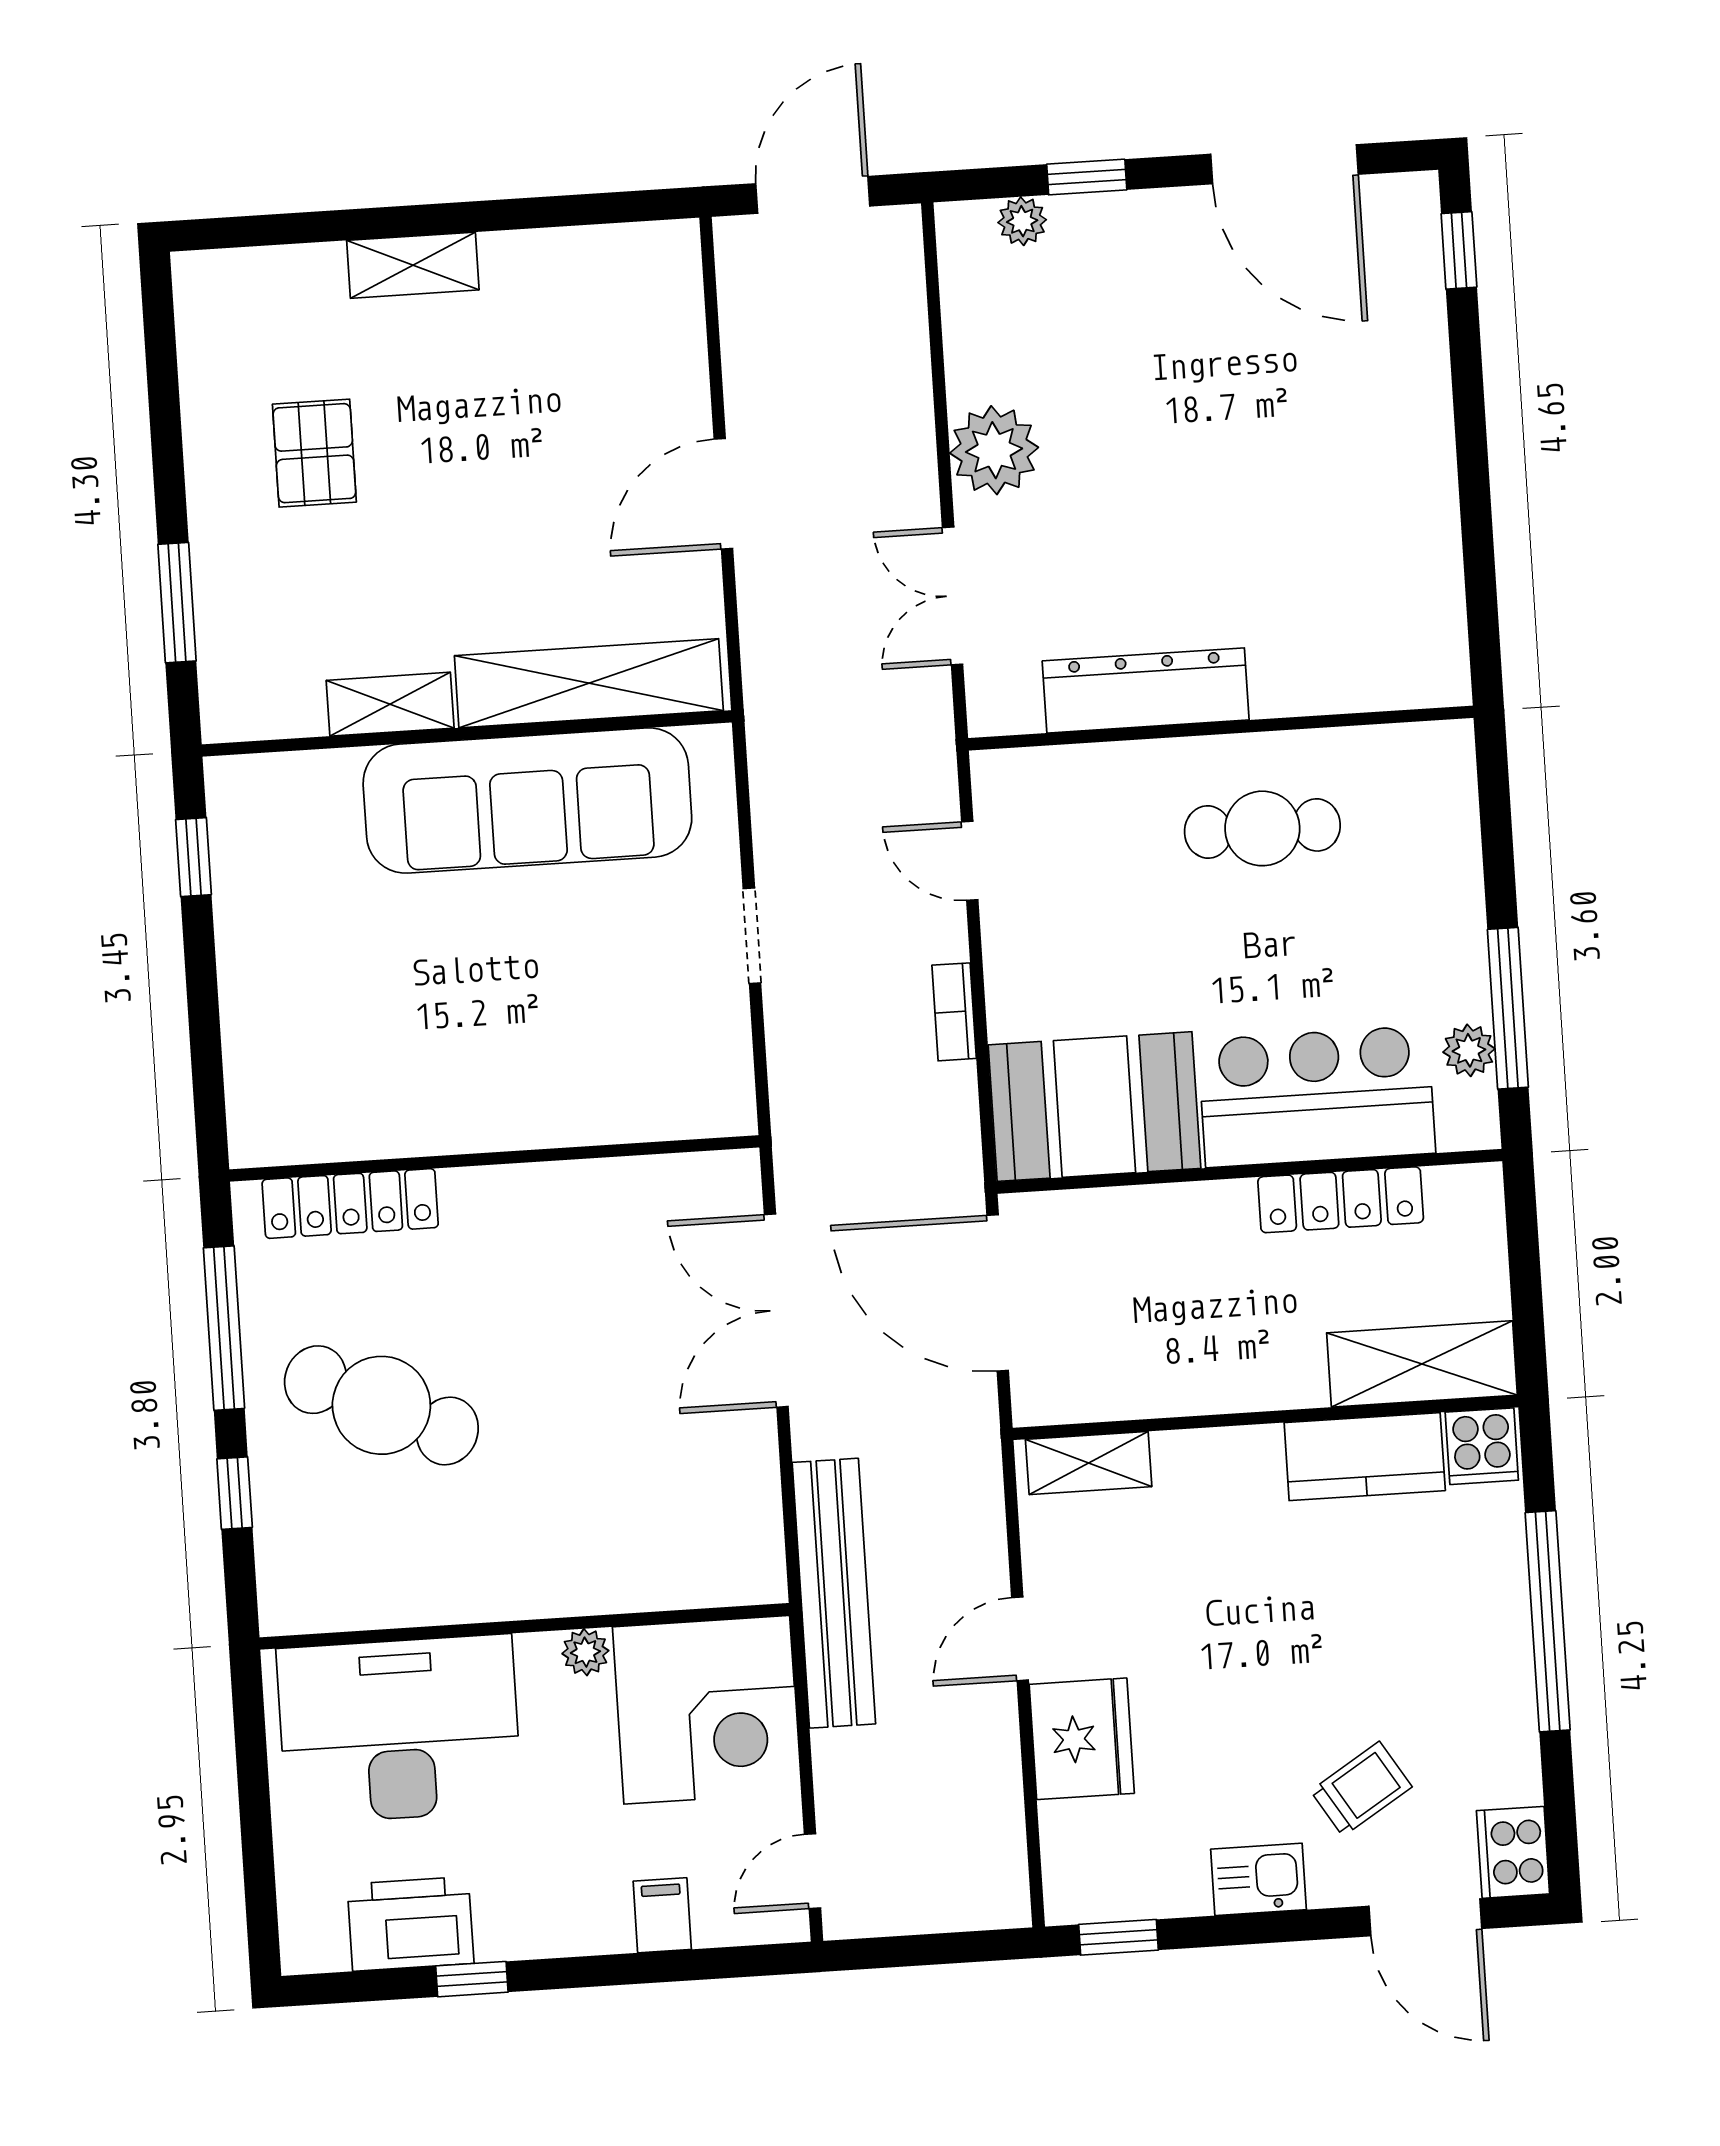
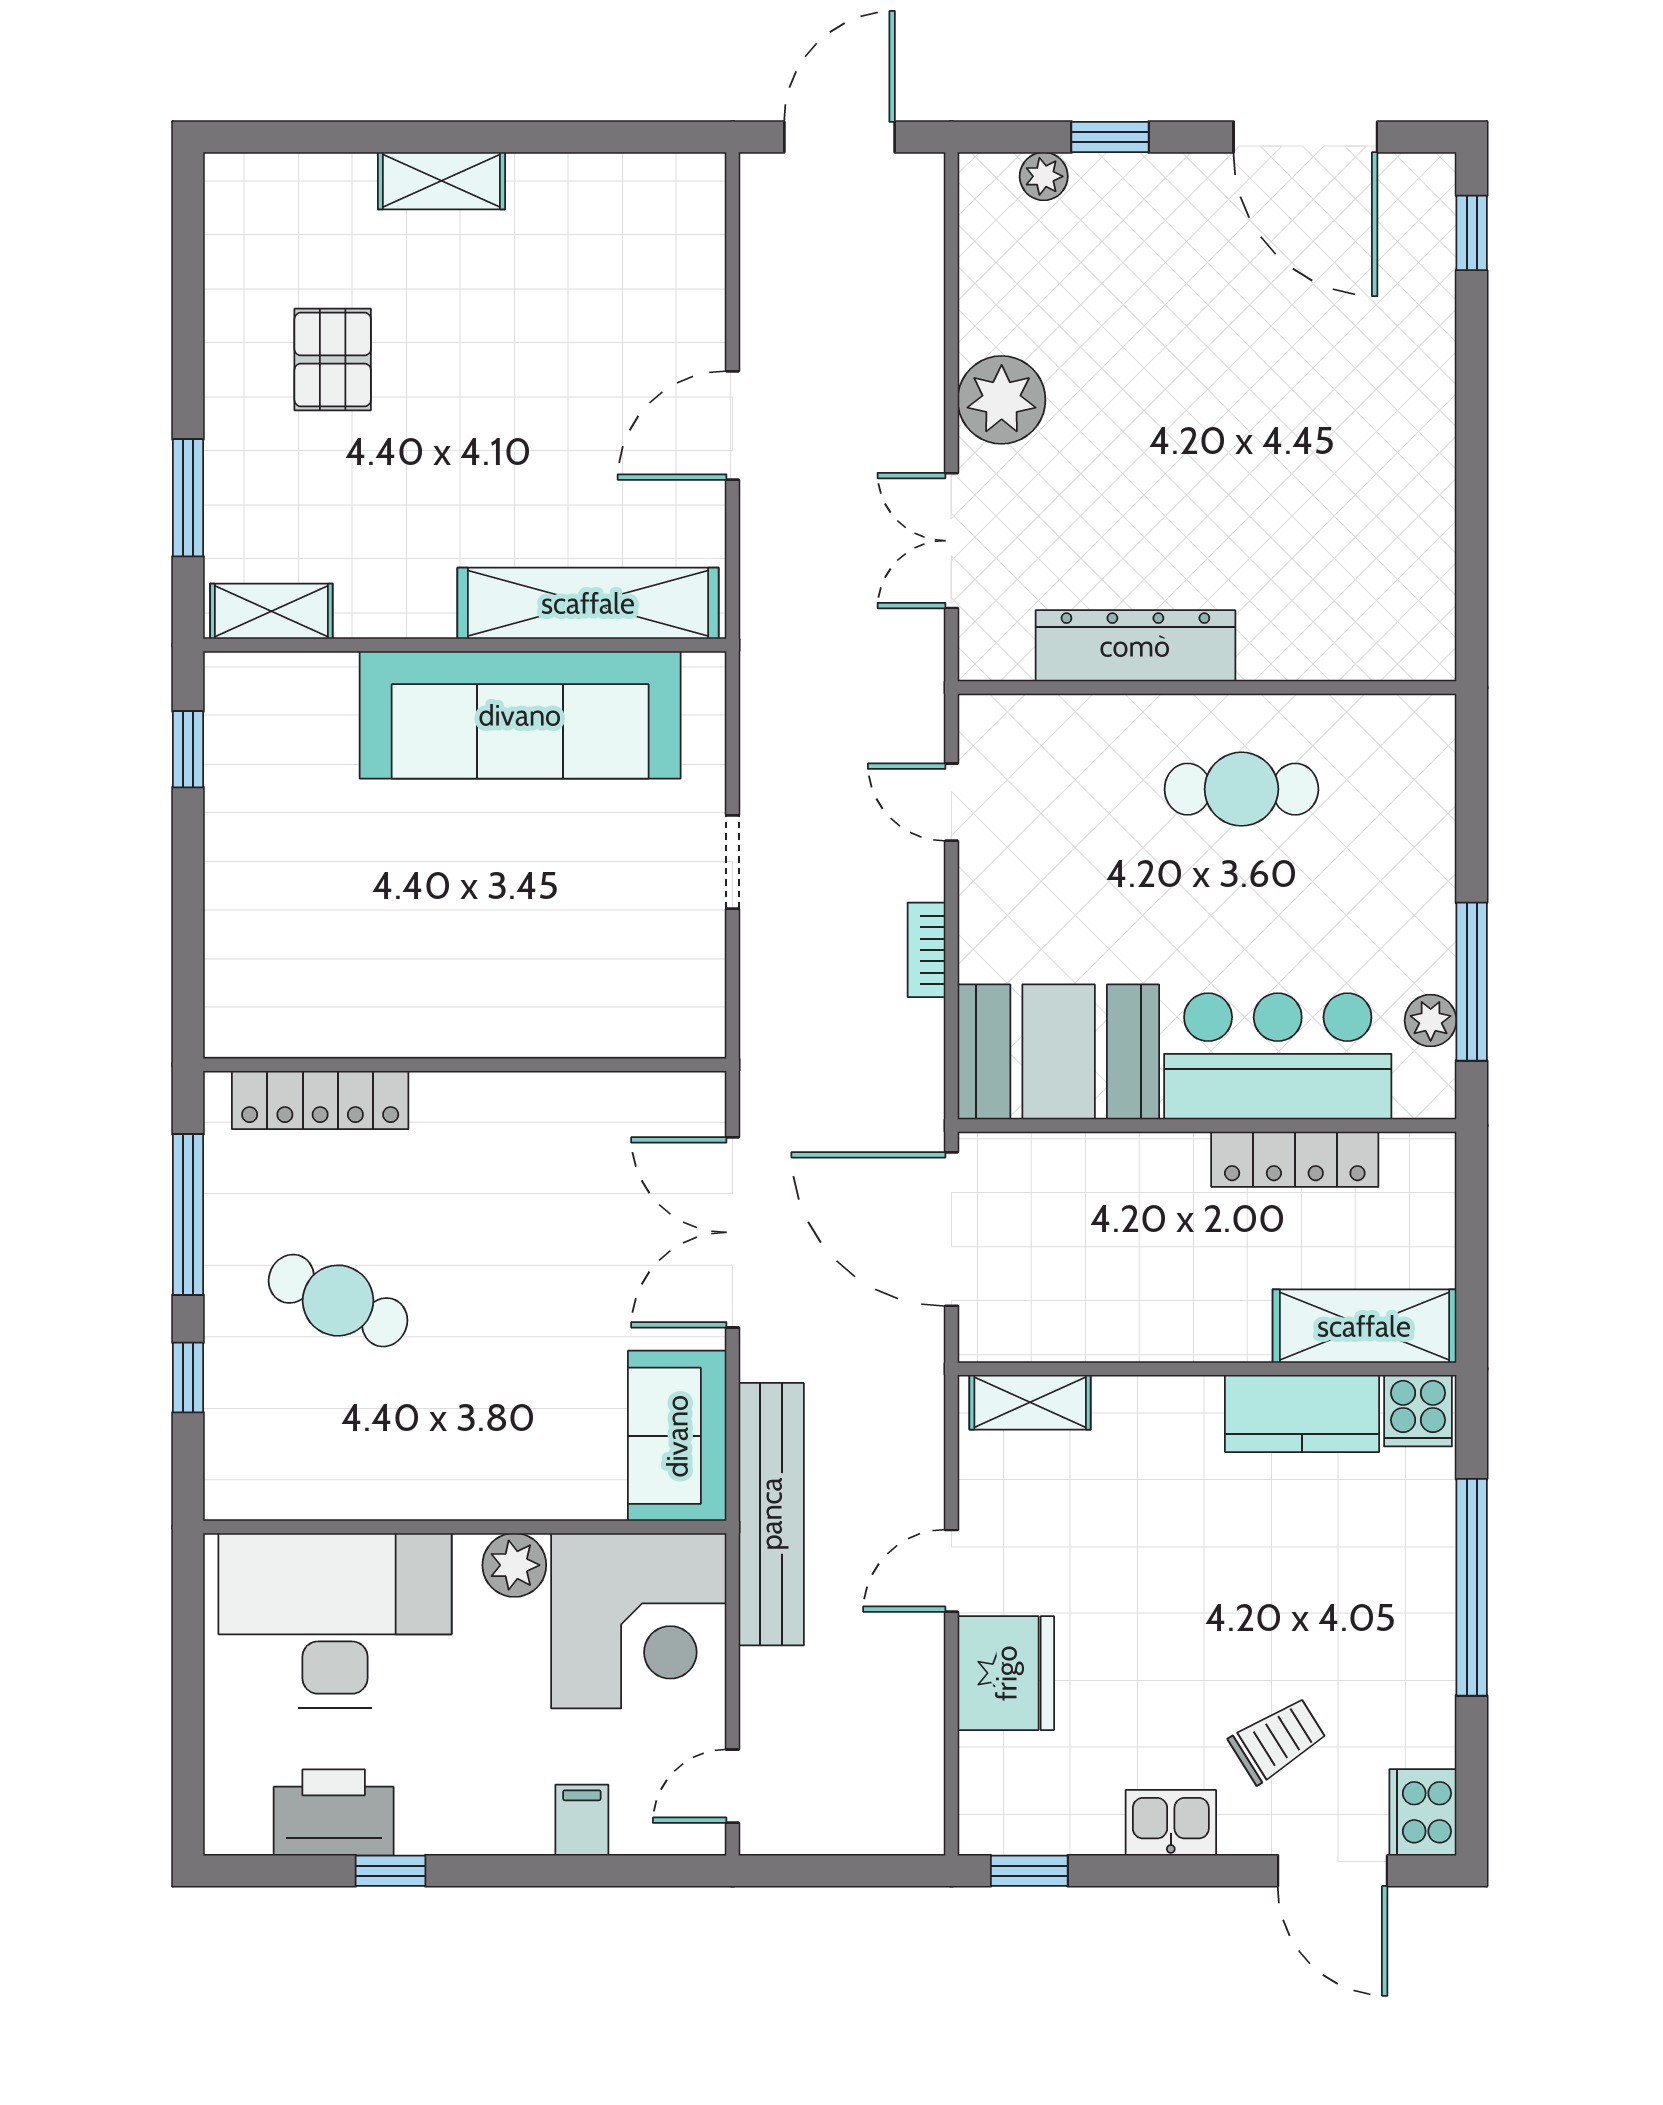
shelving: (390, 704) -> (271, 611), moved
cafe table: (381, 1405) -> (338, 1301), width x0.73, depth x0.74
sofa: (734, 1520) -> (677, 1436), added
plant: (585, 1652) -> (514, 1565), width x1.38, depth x1.38

